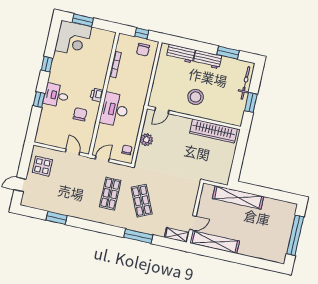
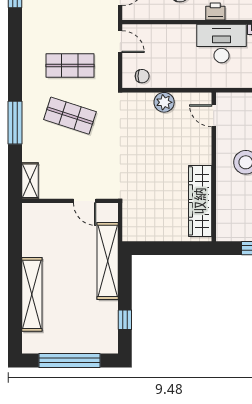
desk: (115, 110) -> (222, 44), moved
window: (277, 195) -> (125, 320), added
shop shelf: (142, 201) -> (70, 116), turned 42
door: (193, 223) -> (85, 201), moved
shelving: (215, 242) -> (32, 294), moved

